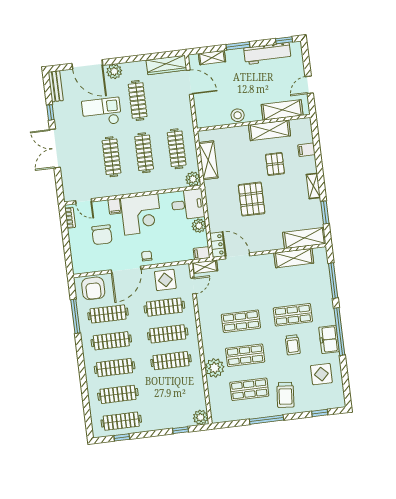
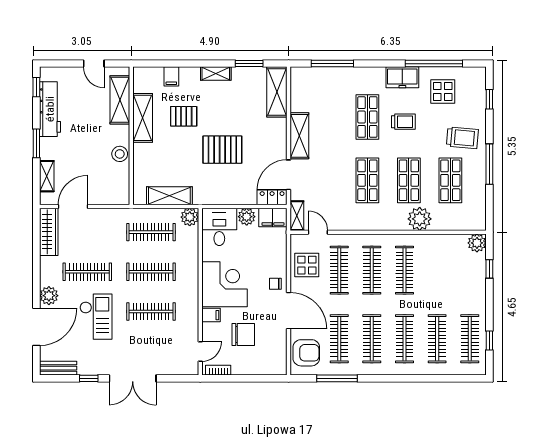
checkout: (102, 112) -> (96, 317), turned 180
filing cabinet: (202, 253) -> (273, 217), width x2.00
shelving: (294, 258) -> (299, 136), moved
window: (339, 332) -> (434, 64), moved

